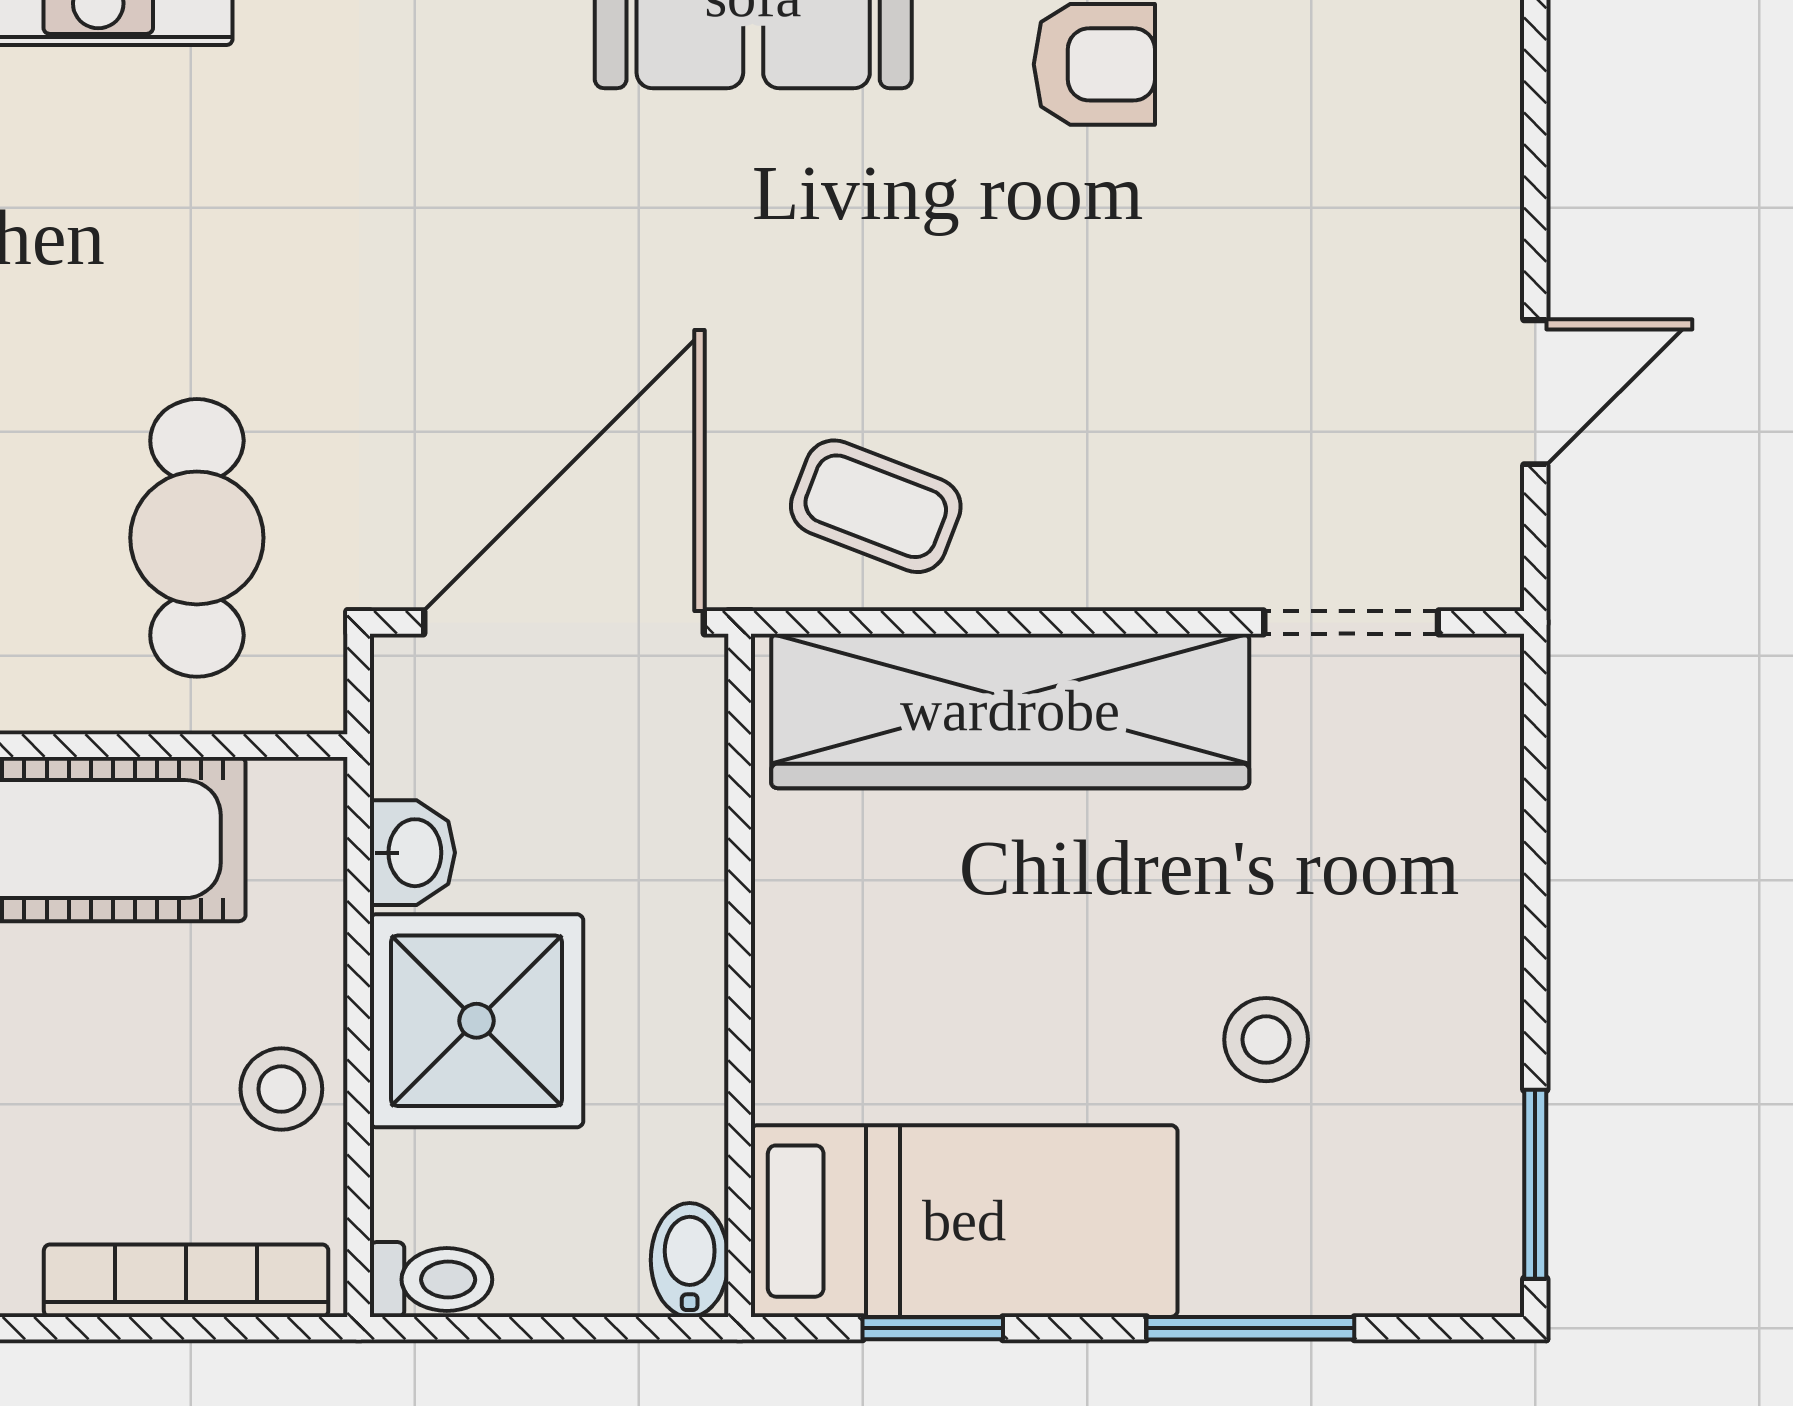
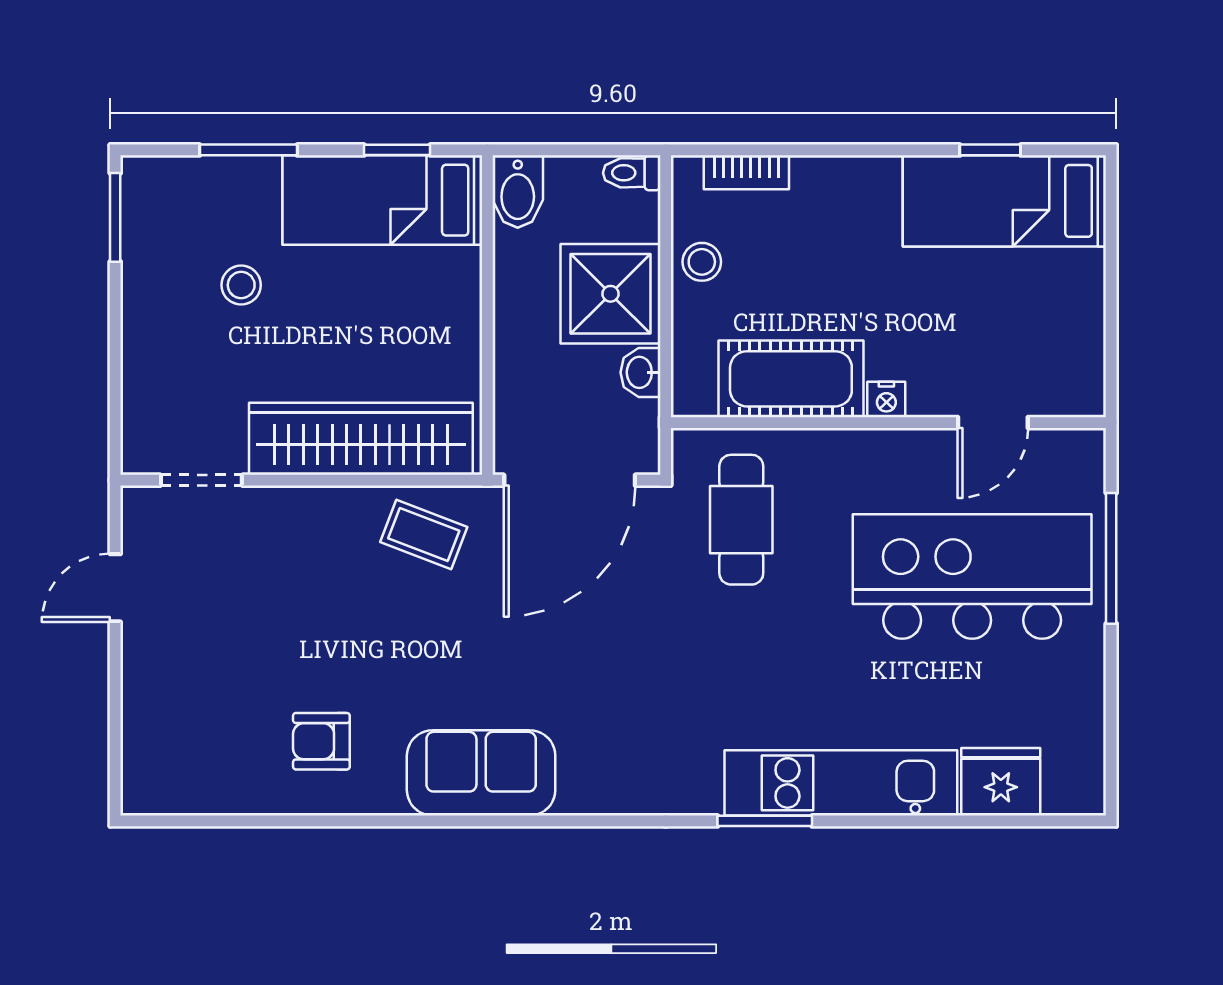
bidet: (690, 1260) -> (518, 192), width x1.38, depth x1.36
bookcase: (186, 1281) -> (746, 172), width x0.64

